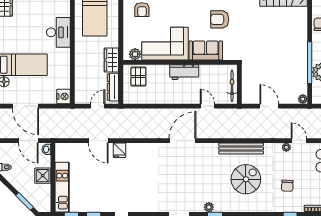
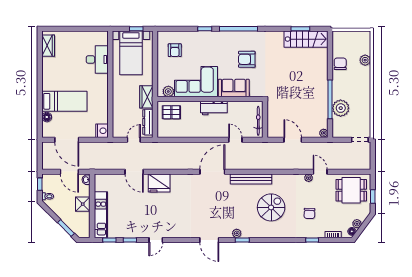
desk: (58, 32) -> (97, 60), moved
pallet: (138, 77) -> (171, 112), turned 90
bench: (241, 148) -> (251, 179), moved
fridge: (120, 150) -> (159, 183), width x1.88, depth x1.34

